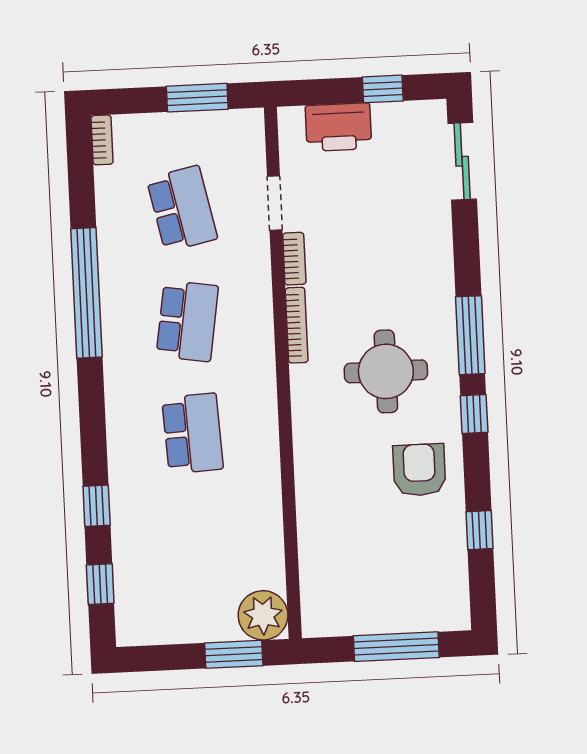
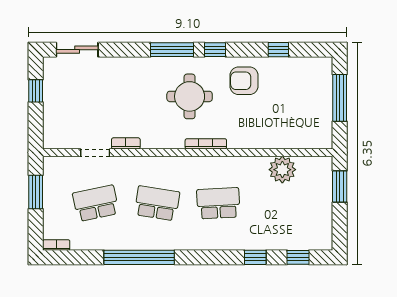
printer: (338, 127) -> (55, 116), removed
bookcase: (297, 325) -> (206, 144), moved
plant: (263, 615) -> (282, 170), moved

